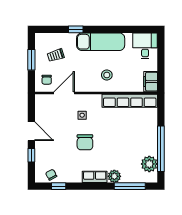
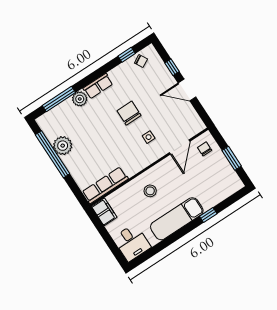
trolley: (56, 55) -> (211, 178), removed
row of seats: (130, 101) -> (105, 185), width x0.73
plant: (149, 164) -> (63, 146), moved

